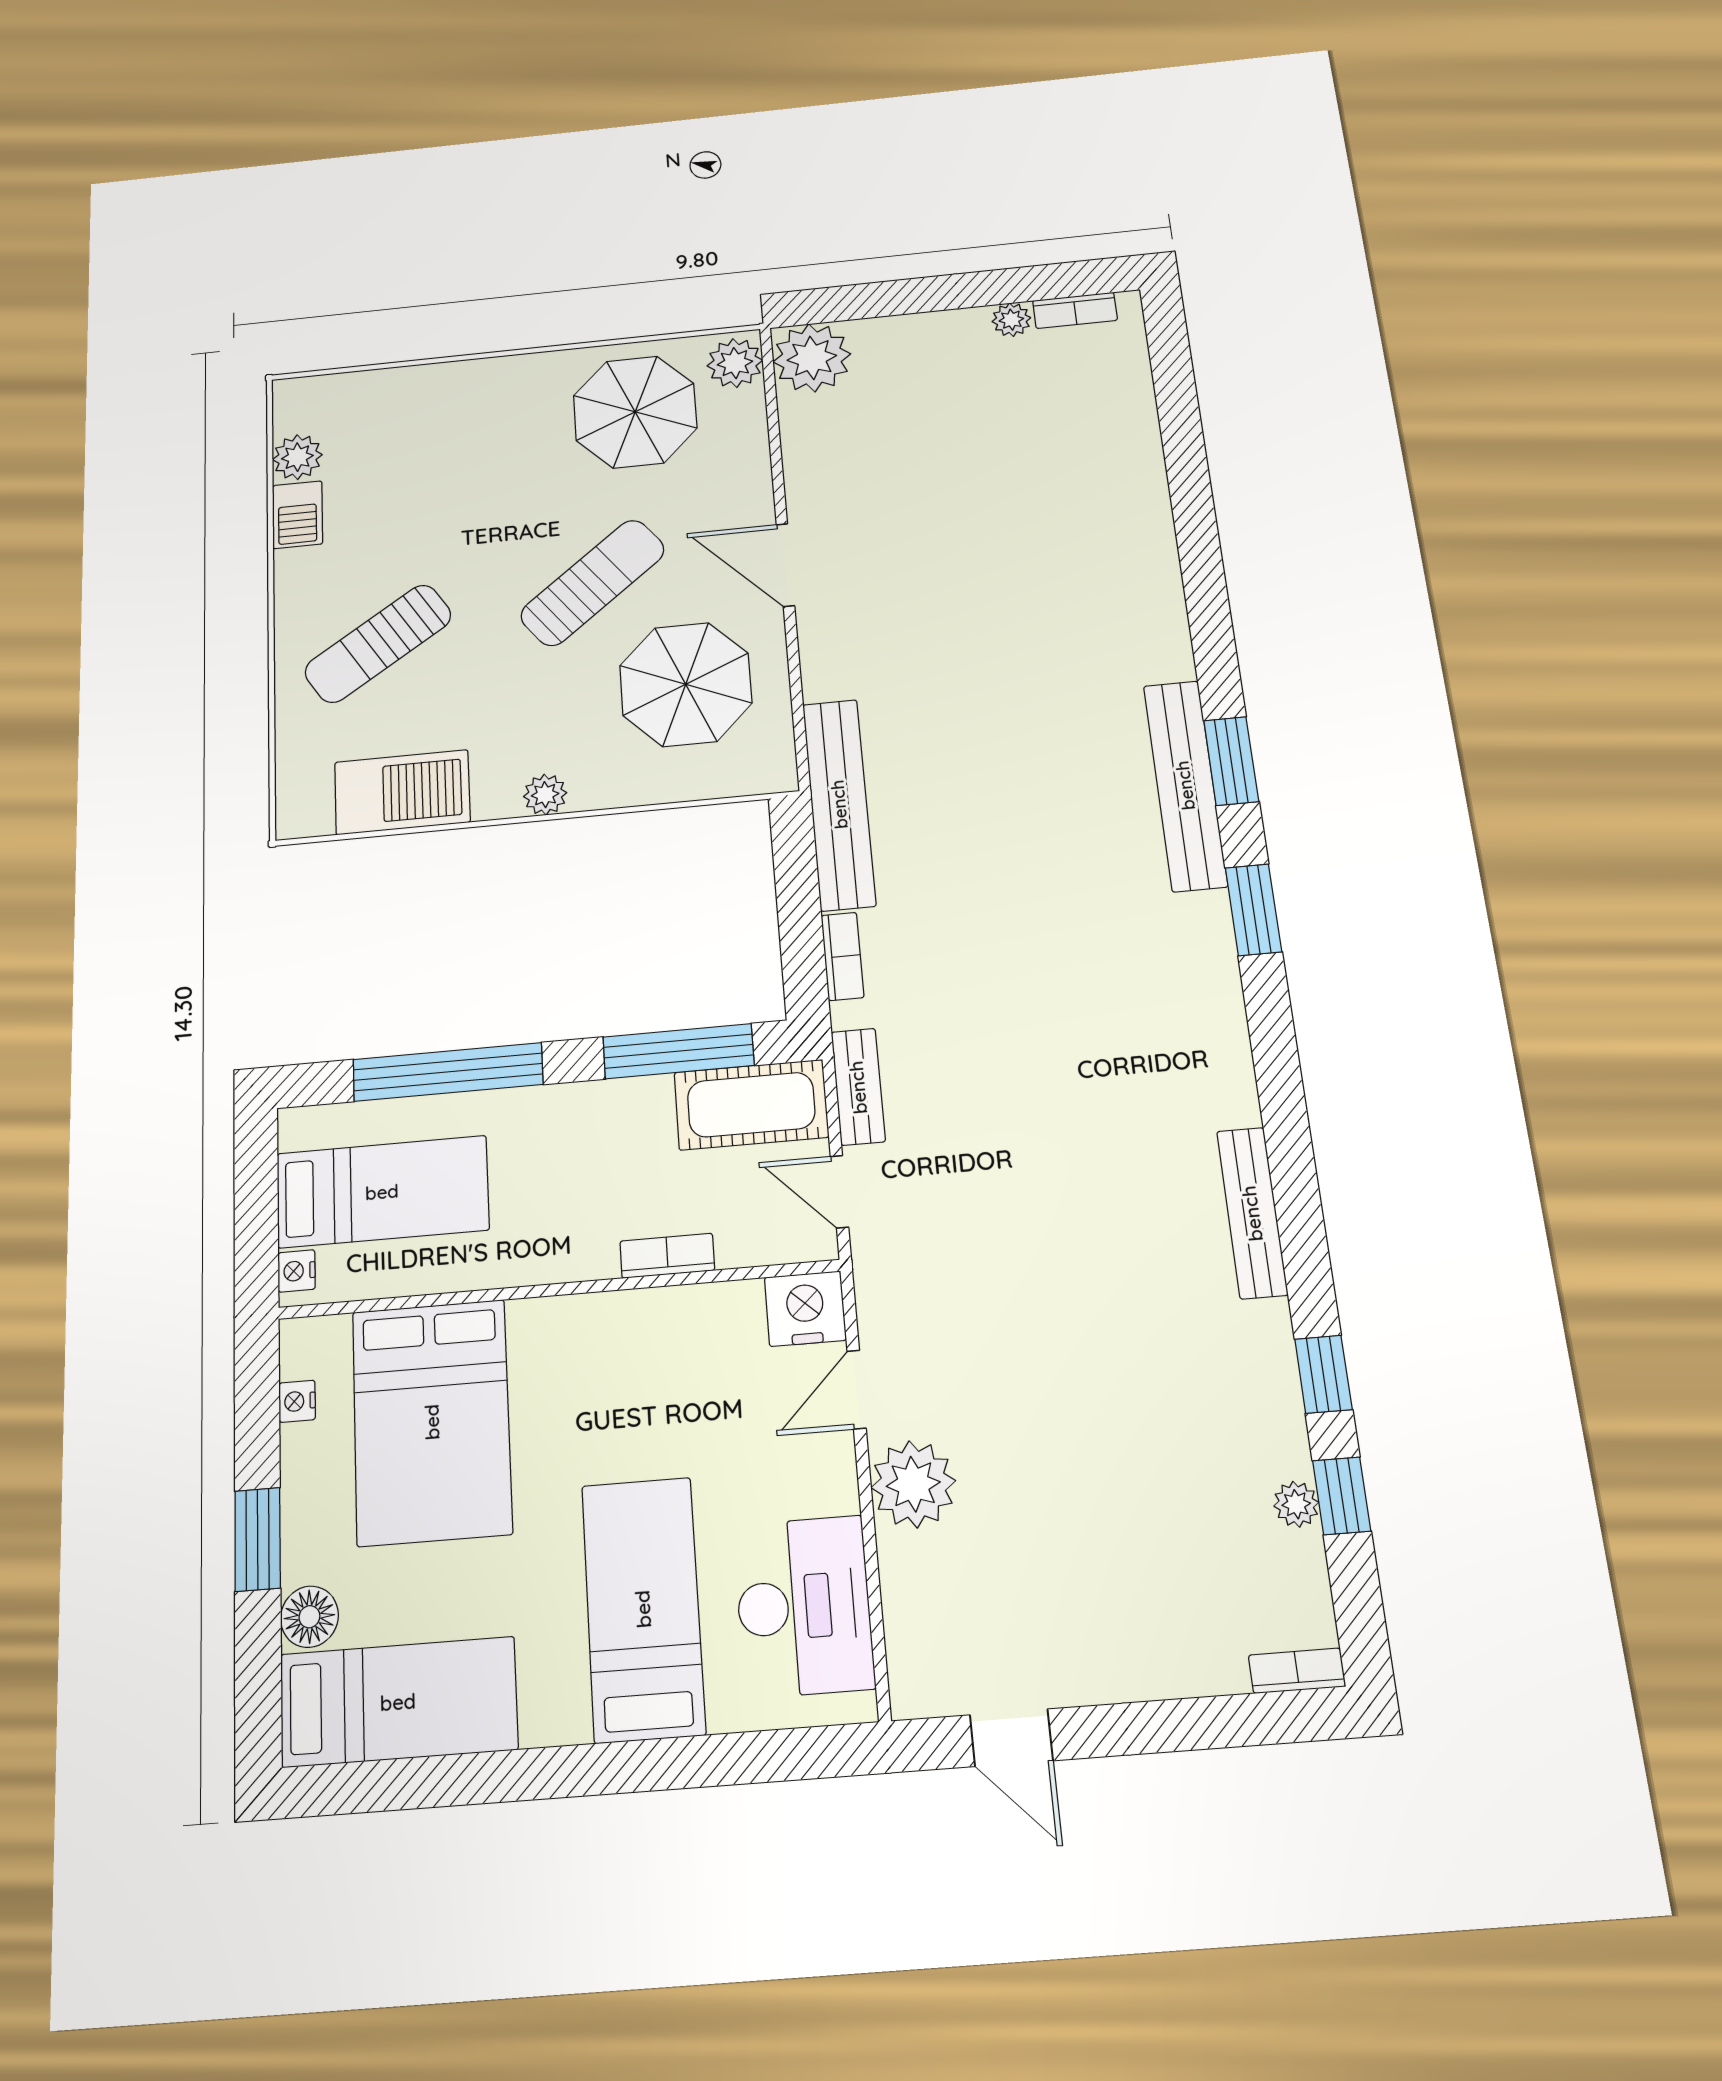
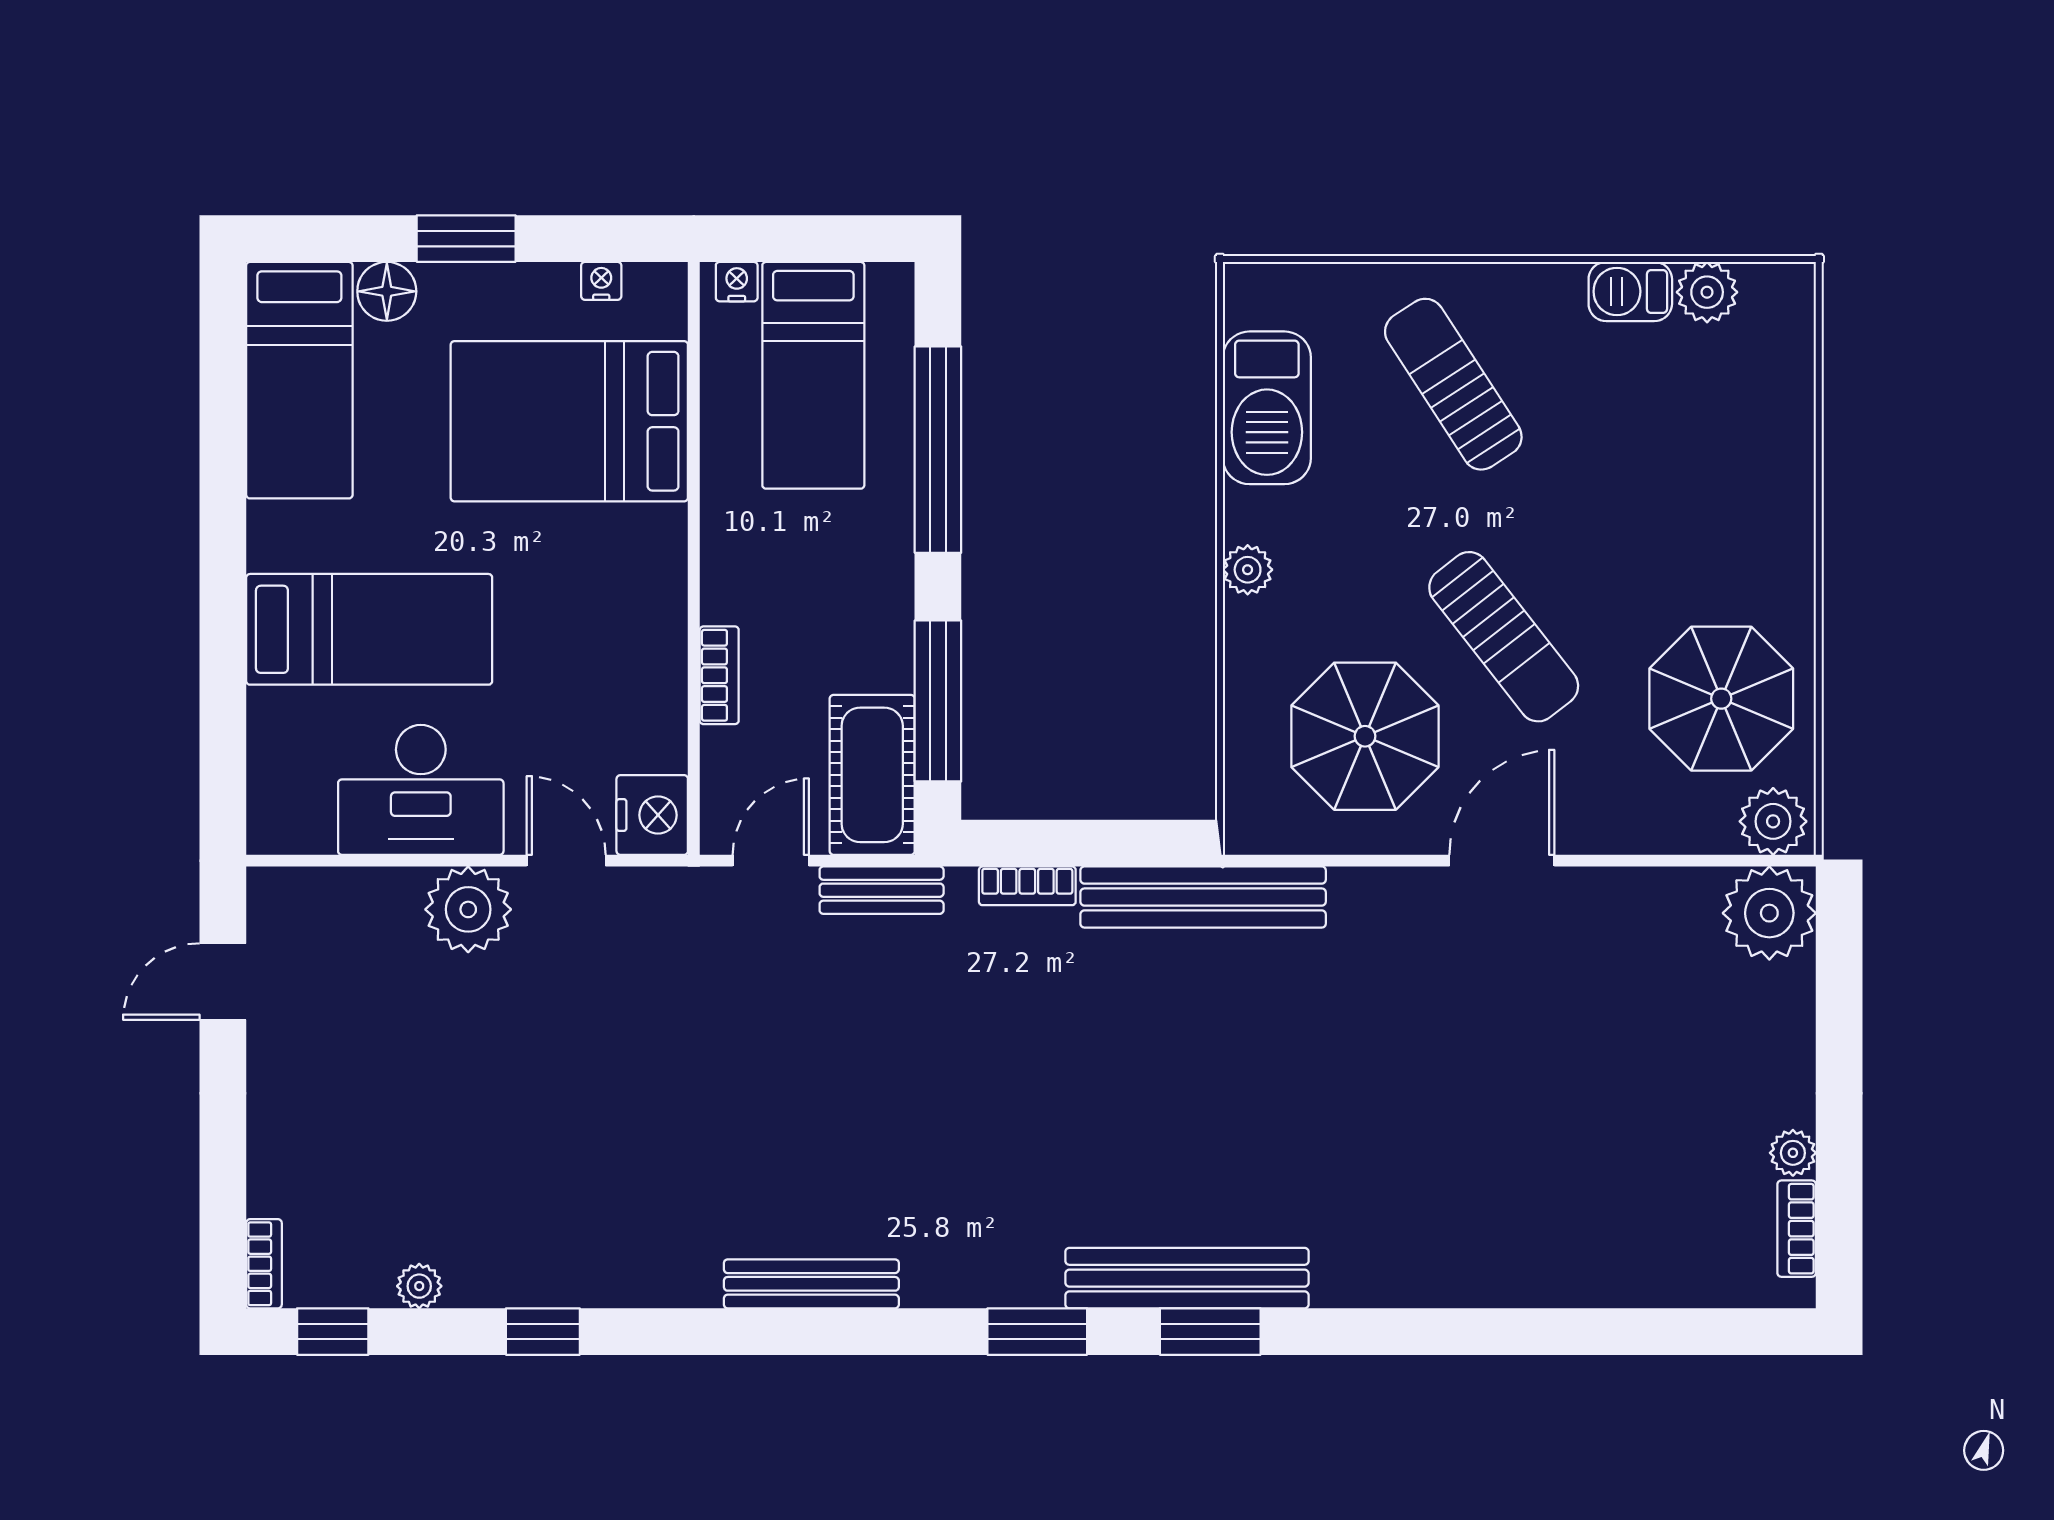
bench: (1252, 1213) -> (811, 1284), moved
window: (1342, 1496) -> (333, 1332), moved
desk: (804, 1606) -> (421, 790), moved

